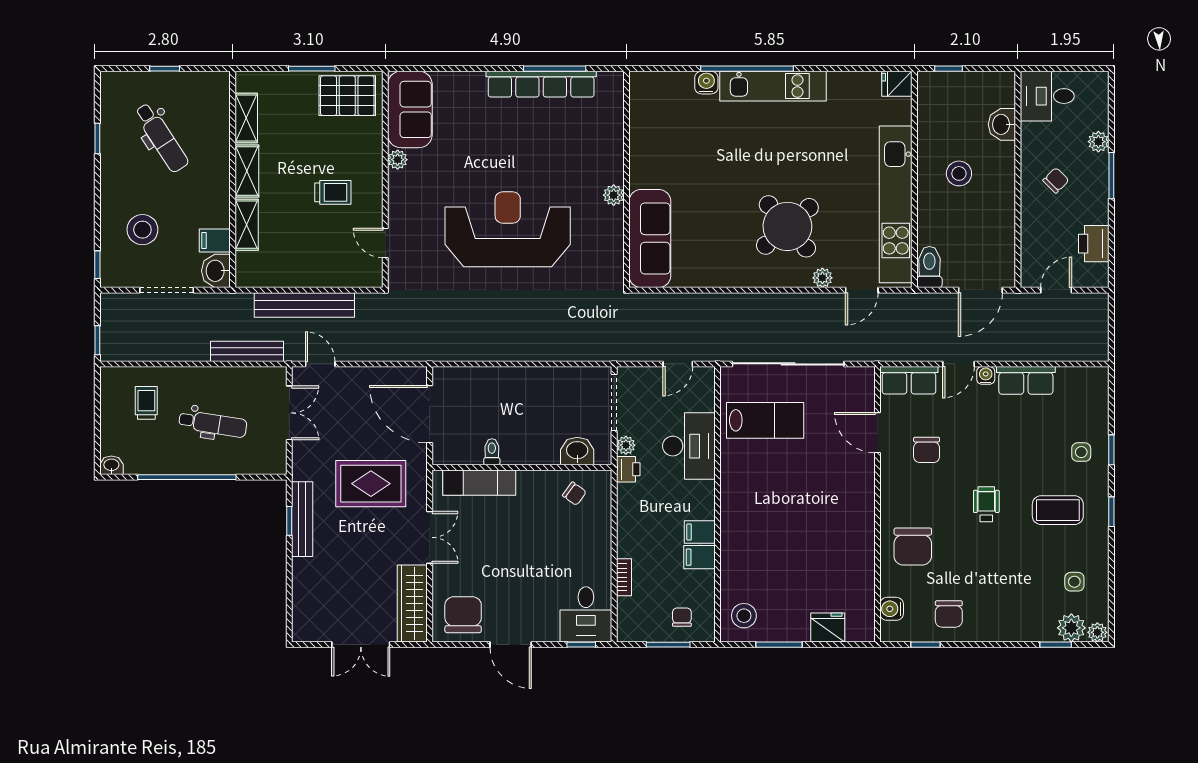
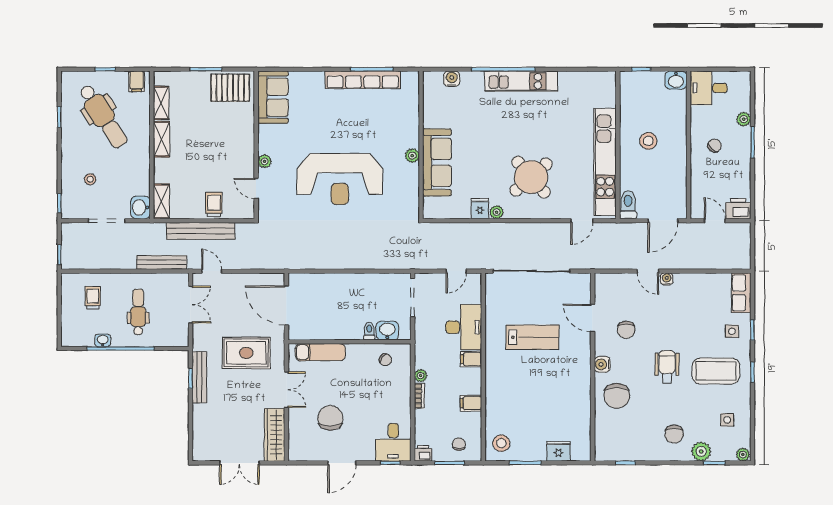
water cooler: (706, 83) -> (452, 79), moved
fridge: (897, 84) -> (480, 209), moved, turned 90
washbasin: (1002, 124) -> (676, 80), moved, turned -90
dental chair: (161, 138) -> (103, 116), width x1.36, depth x1.38
plant: (398, 160) -> (264, 161), moved
trolley: (333, 192) -> (214, 205), moved, turned -90
shelving: (247, 225) -> (161, 201), moved
reception desk: (508, 229) -> (340, 179), turned 180
stool: (142, 230) -> (90, 179), width x0.53, depth x0.53
sofa: (650, 238) -> (437, 162), moved
filing cabinet: (215, 241) -> (137, 81), moved, turned -90
printer: (1094, 244) -> (738, 209), moved, turned 90
plant: (822, 278) -> (497, 212), moved
door: (1056, 290) -> (715, 221), hinge flipped
door: (958, 364) -> (648, 271), hinge flipped
row of seats: (909, 380) -> (614, 282), removed
row of seats: (1026, 380) -> (741, 293), moved, turned 90
lab bench: (765, 420) -> (532, 337), moved
dental chair: (213, 424) -> (138, 312), turned -99
plant: (626, 445) -> (421, 376), moved
toilet: (492, 452) -> (369, 331), moved
washbasin: (111, 465) -> (103, 340), moved
printer: (628, 469) -> (423, 453), moved, turned -90
wheelchair: (986, 504) -> (667, 367), width x1.36, depth x1.37
coffee table: (1058, 510) -> (716, 371), width x1.36, depth x1.32
filing cabinet: (700, 532) -> (471, 359), moved
bookcase: (624, 577) -> (419, 396), moved
water cooler: (892, 609) -> (602, 364), moved
chair: (949, 614) -> (674, 434), moved
chair: (463, 615) -> (330, 418), moved
plant: (1071, 628) -> (701, 451), moved
door: (511, 645) -> (342, 463), hinge flipped

